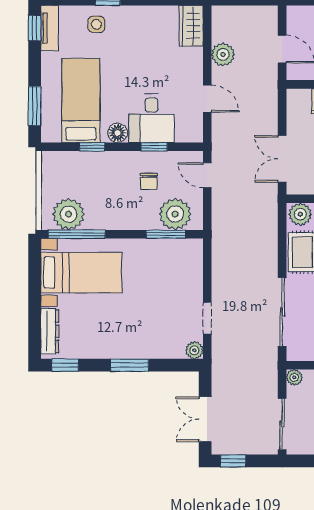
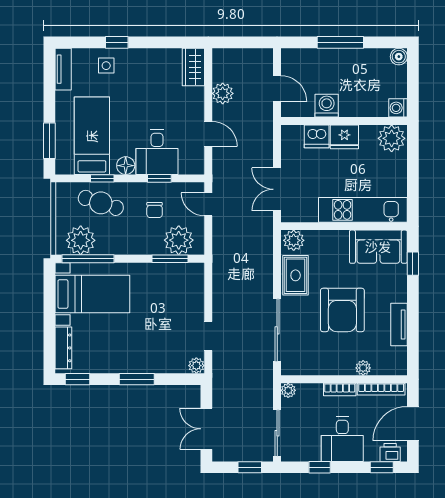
window: (35, 28) -> (49, 69), removed
cafe table: (90, 174) -> (101, 203), added
window: (233, 461) -> (250, 467), moved

